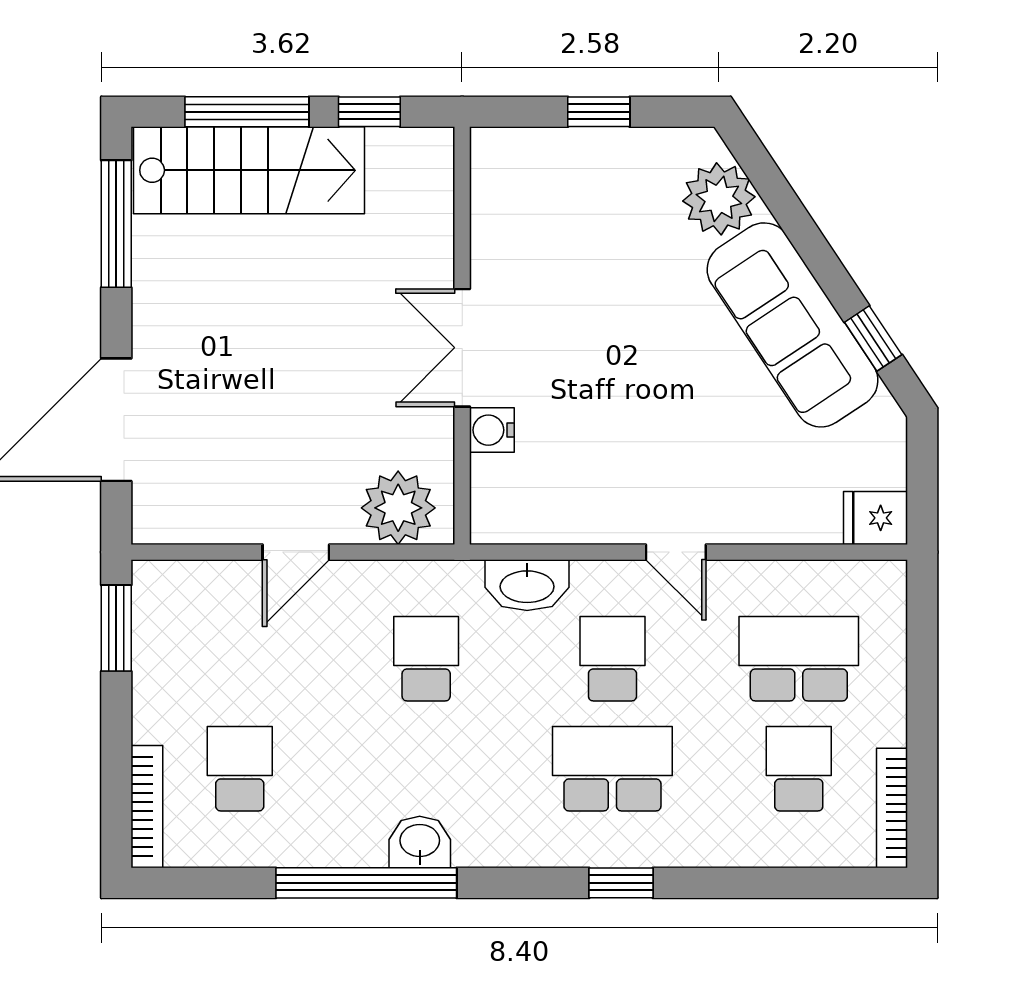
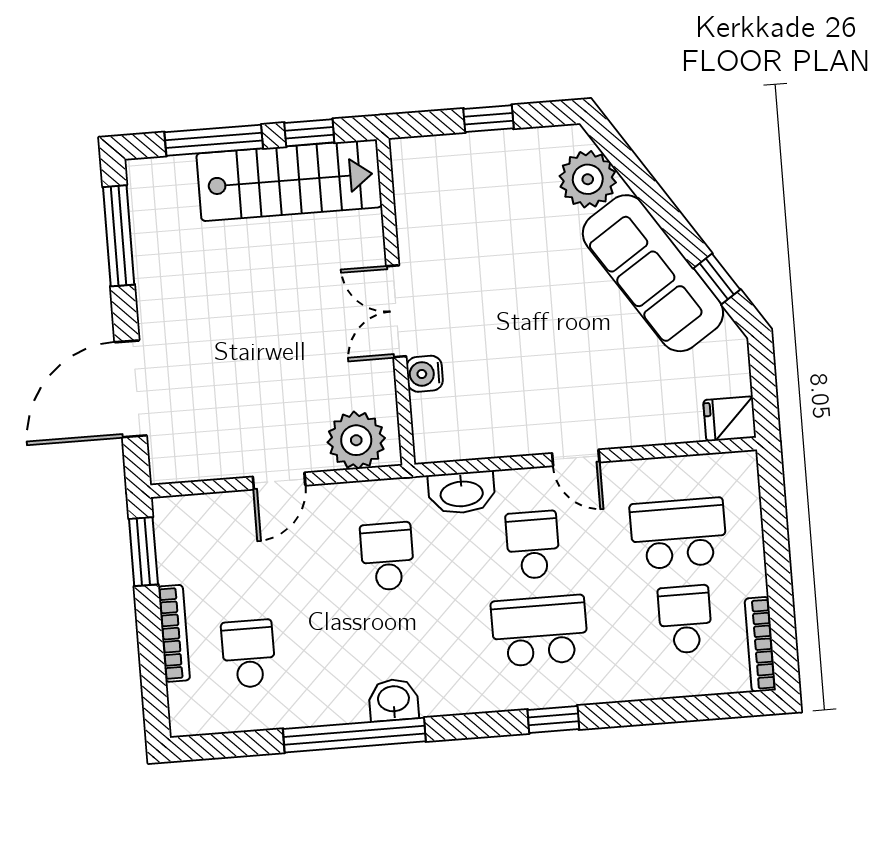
stairs: (249, 170) -> (289, 180), moved
bookcase: (147, 807) -> (174, 633), moved

